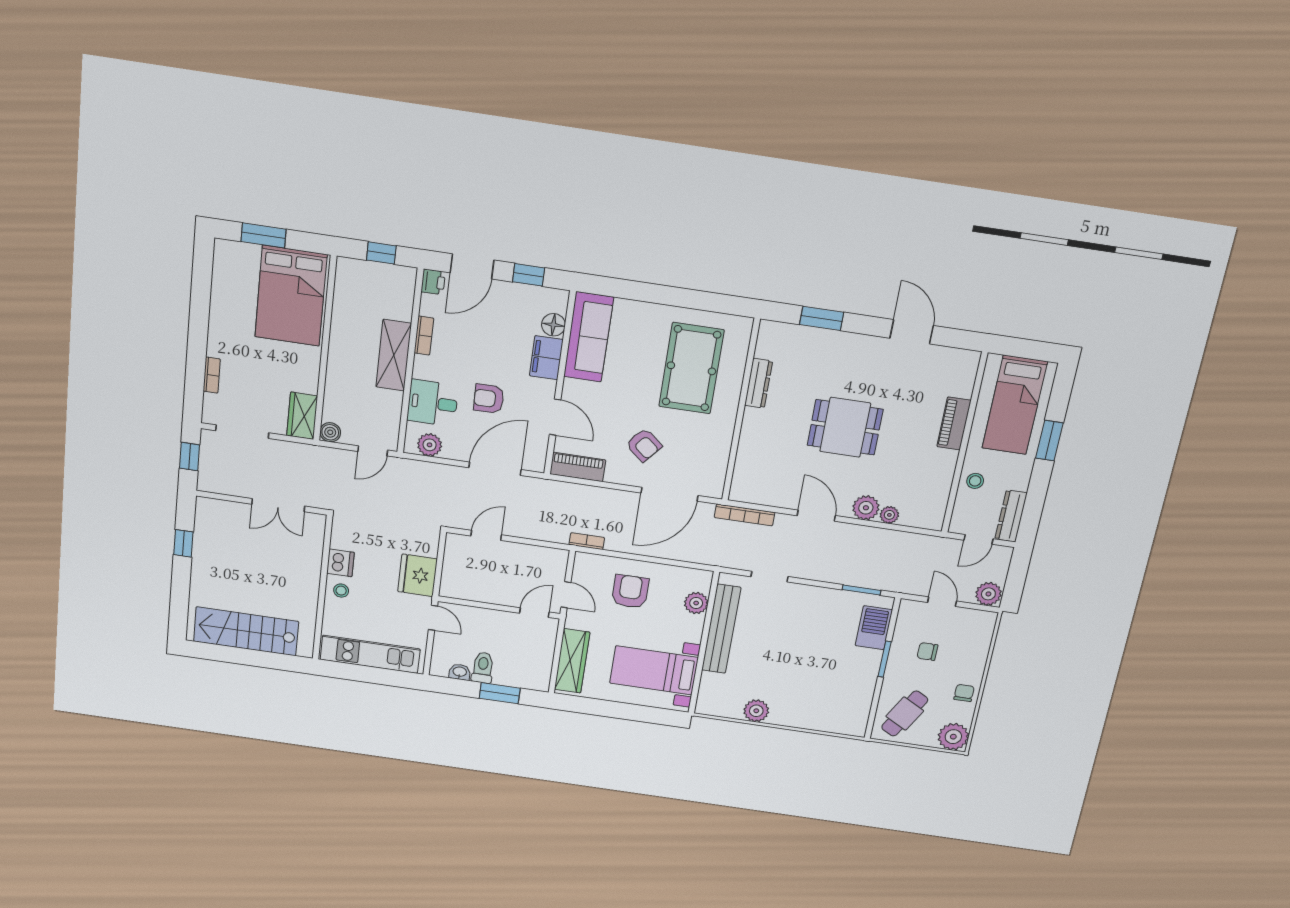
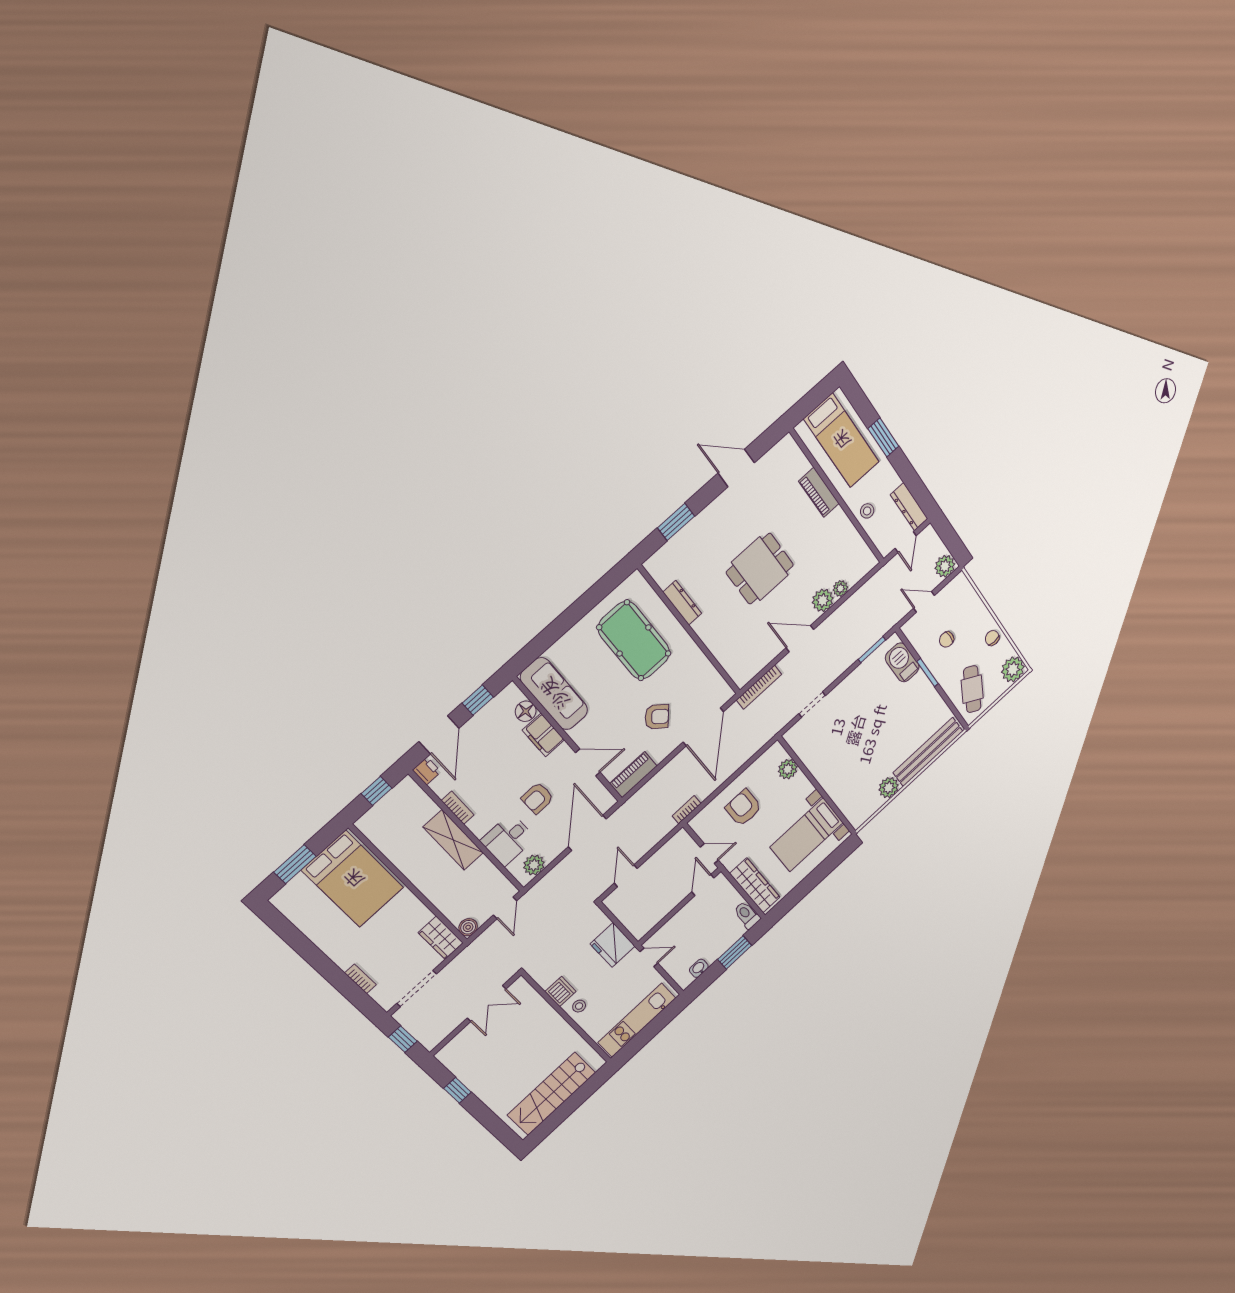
bench: (721, 629) -> (928, 752), moved, turned 90
toilet: (483, 668) -> (747, 915), moved

